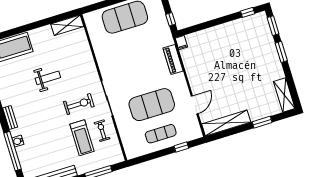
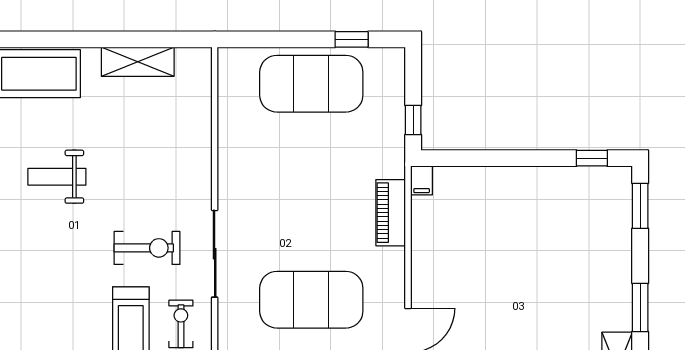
shelving: (67, 25) -> (138, 62), moved
window: (281, 52) -> (640, 308), moved
weight bench: (48, 78) -> (57, 177), moved, turned 180

